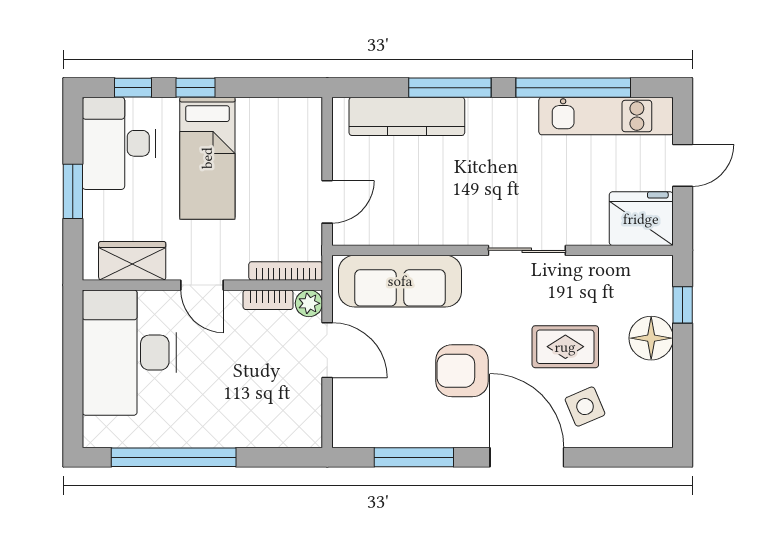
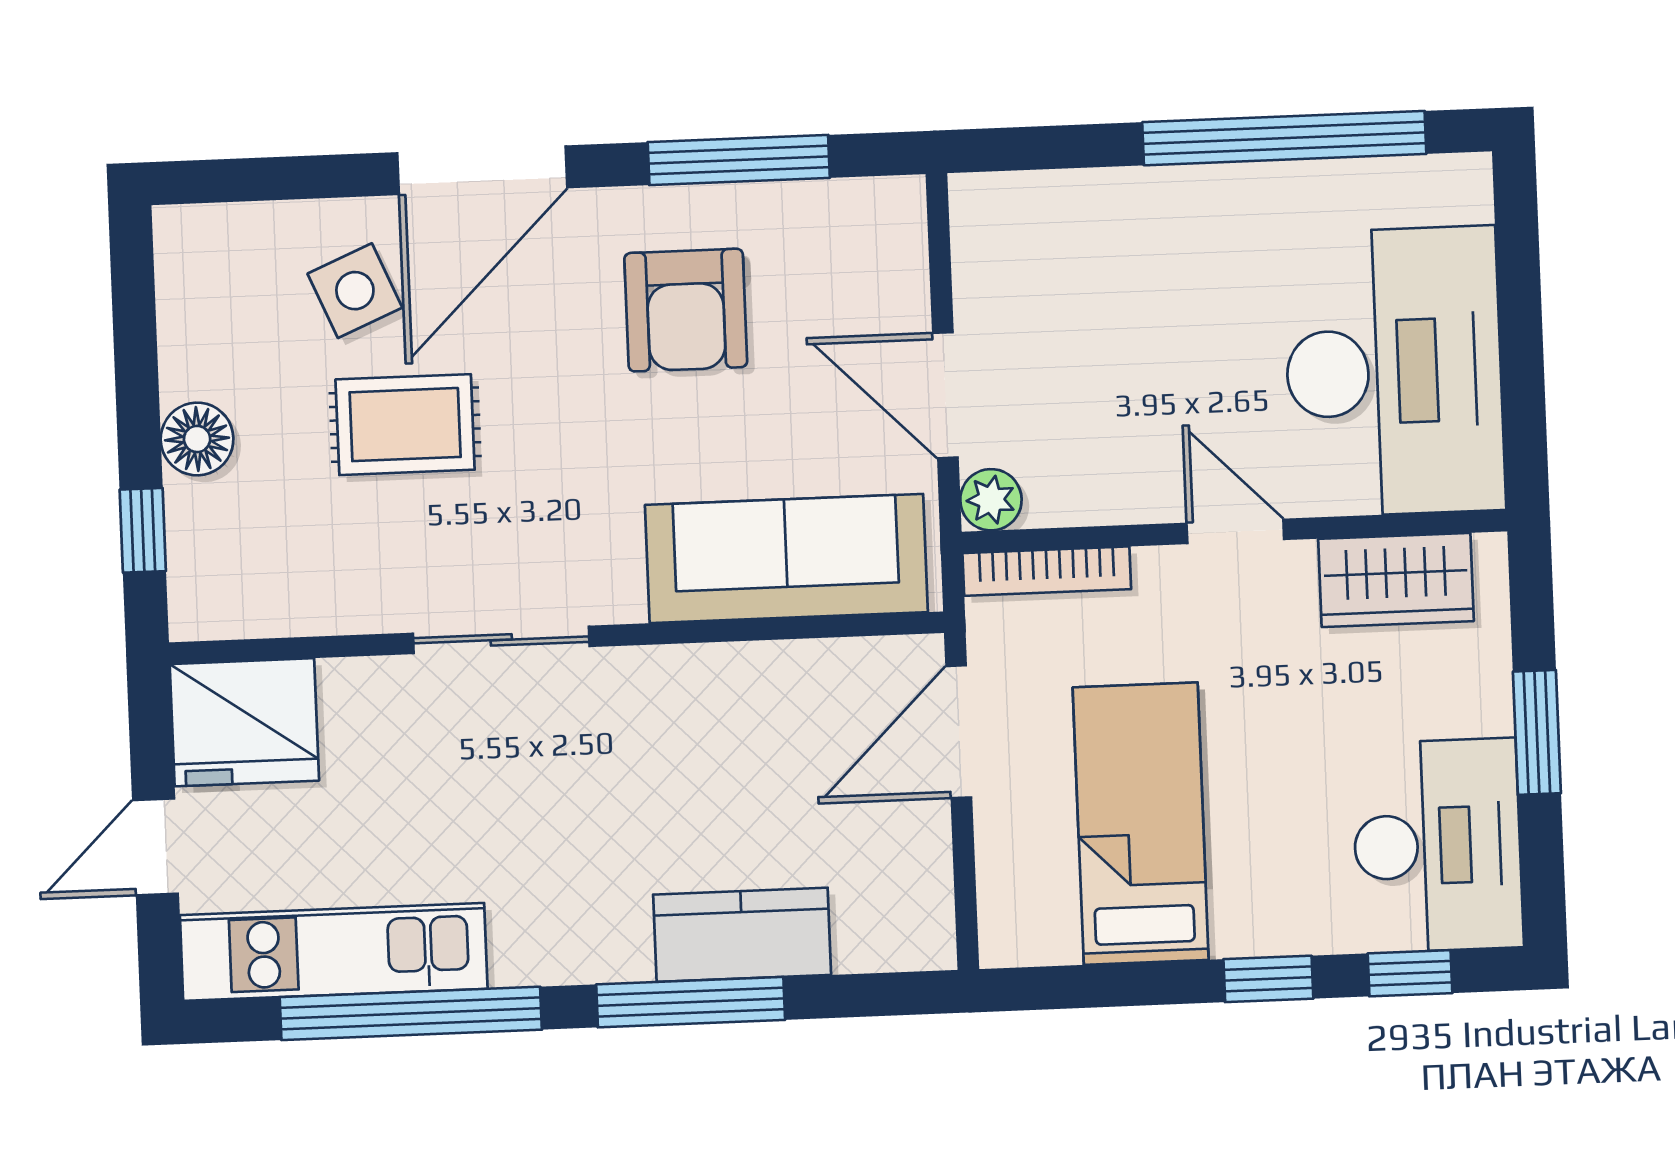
kitchen counter: (407, 116) -> (742, 935), width x0.67
bed: (207, 158) -> (1141, 824), moved
door: (327, 202) -> (959, 732), width x1.38
bookcase: (268, 300) -> (1084, 504), removed
floor lamp: (651, 338) -> (197, 439), width x0.73, depth x0.73
armchair: (462, 371) -> (686, 310), moved, turned 90
door: (527, 457) -> (482, 170), hinge flipped

